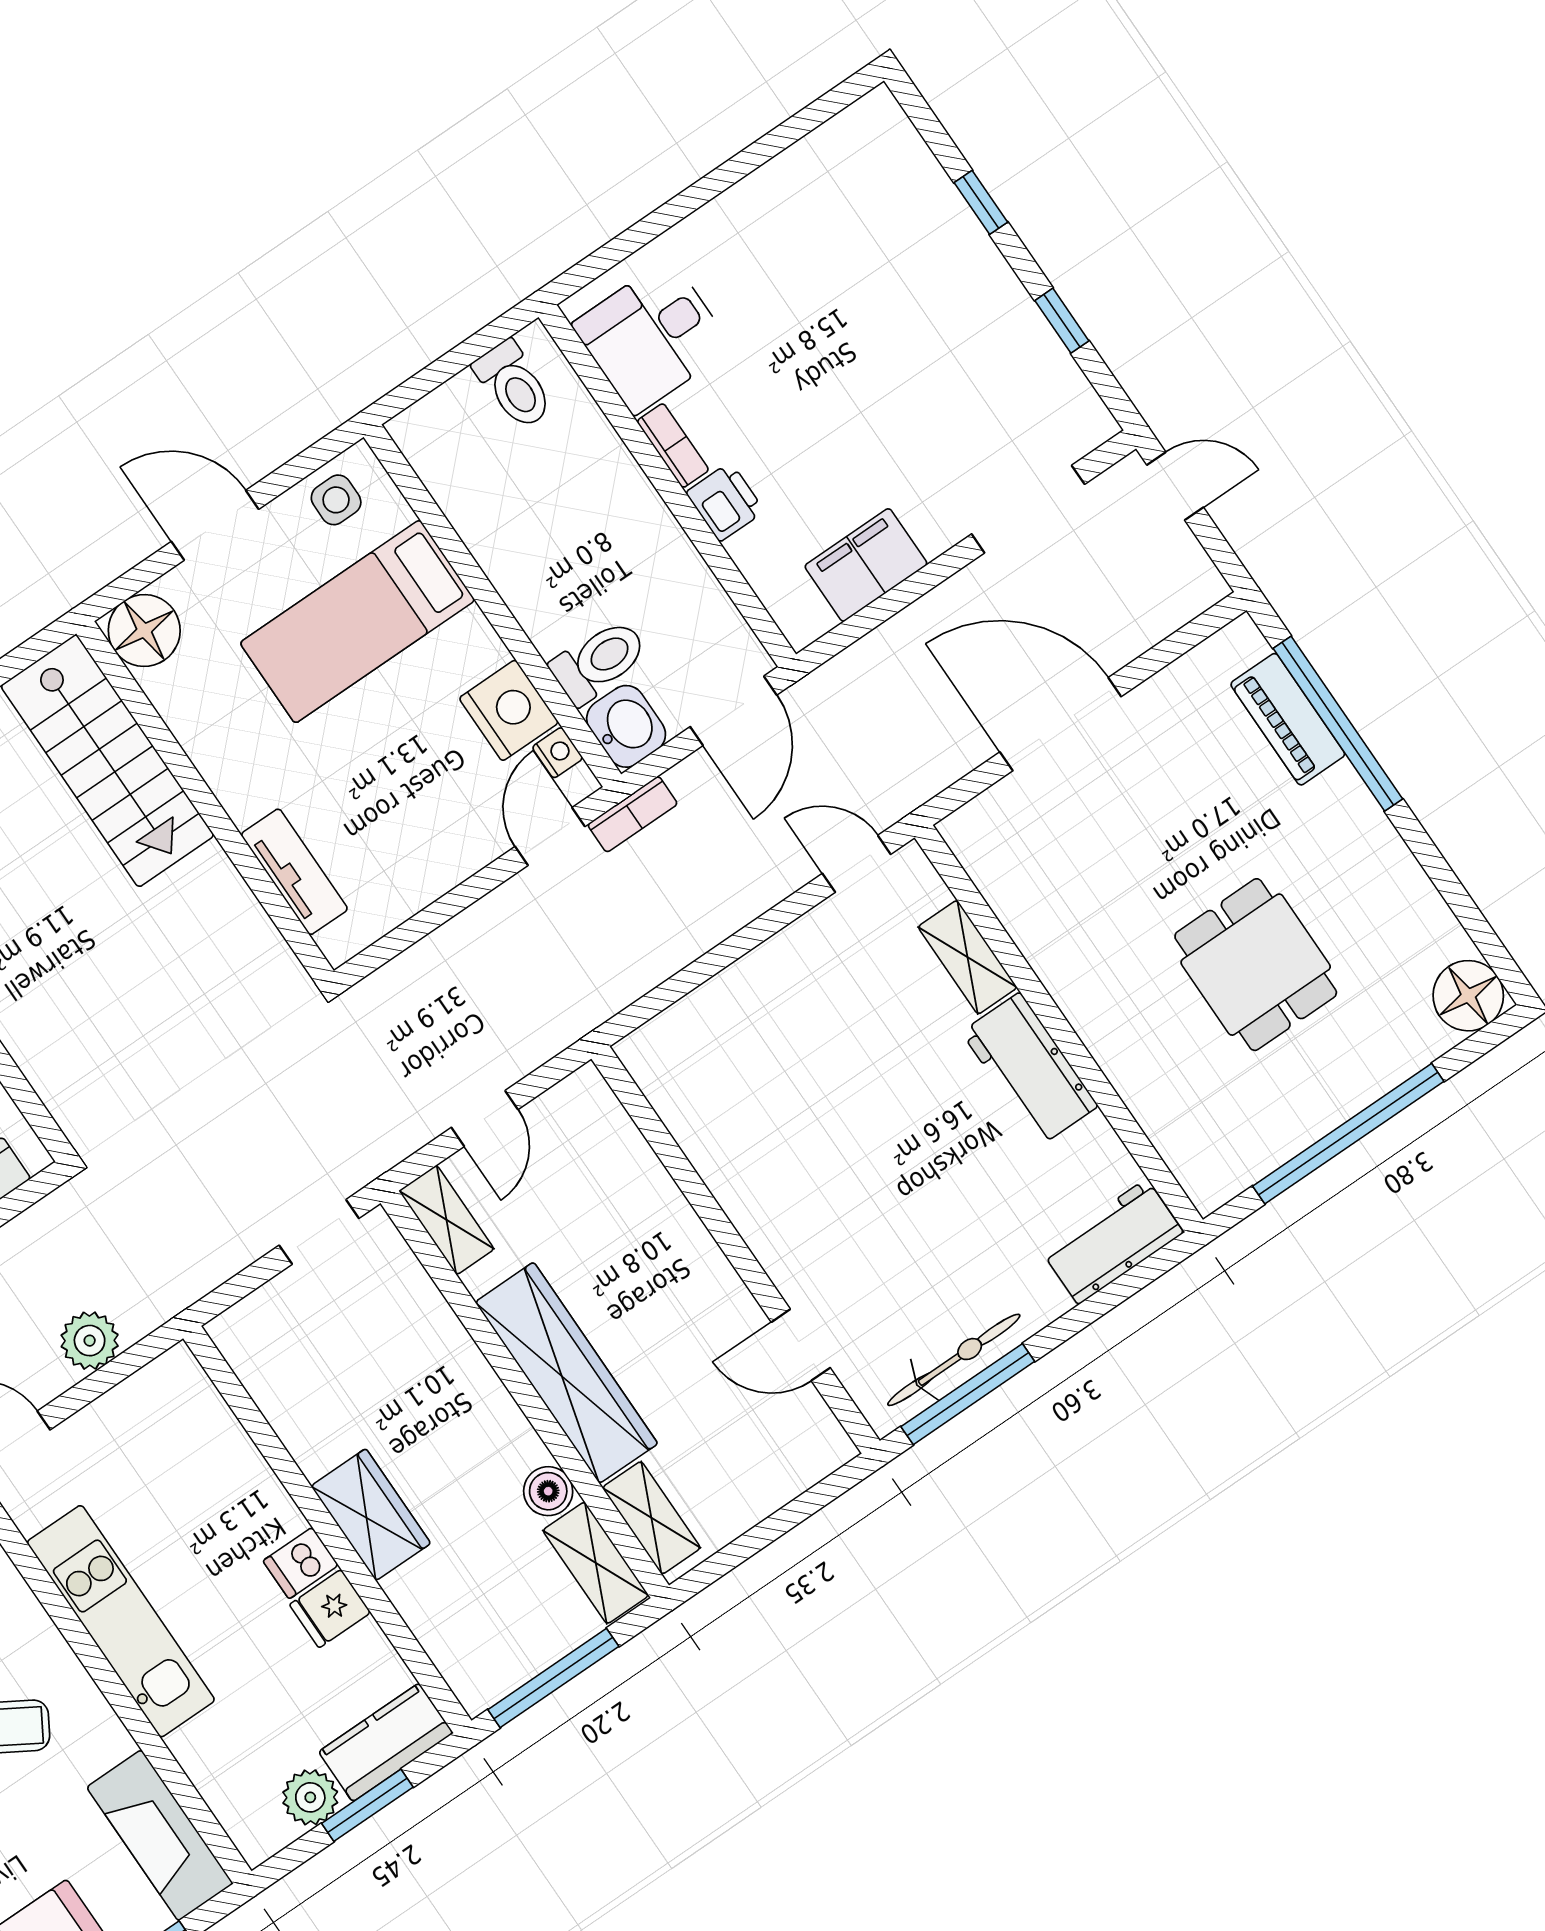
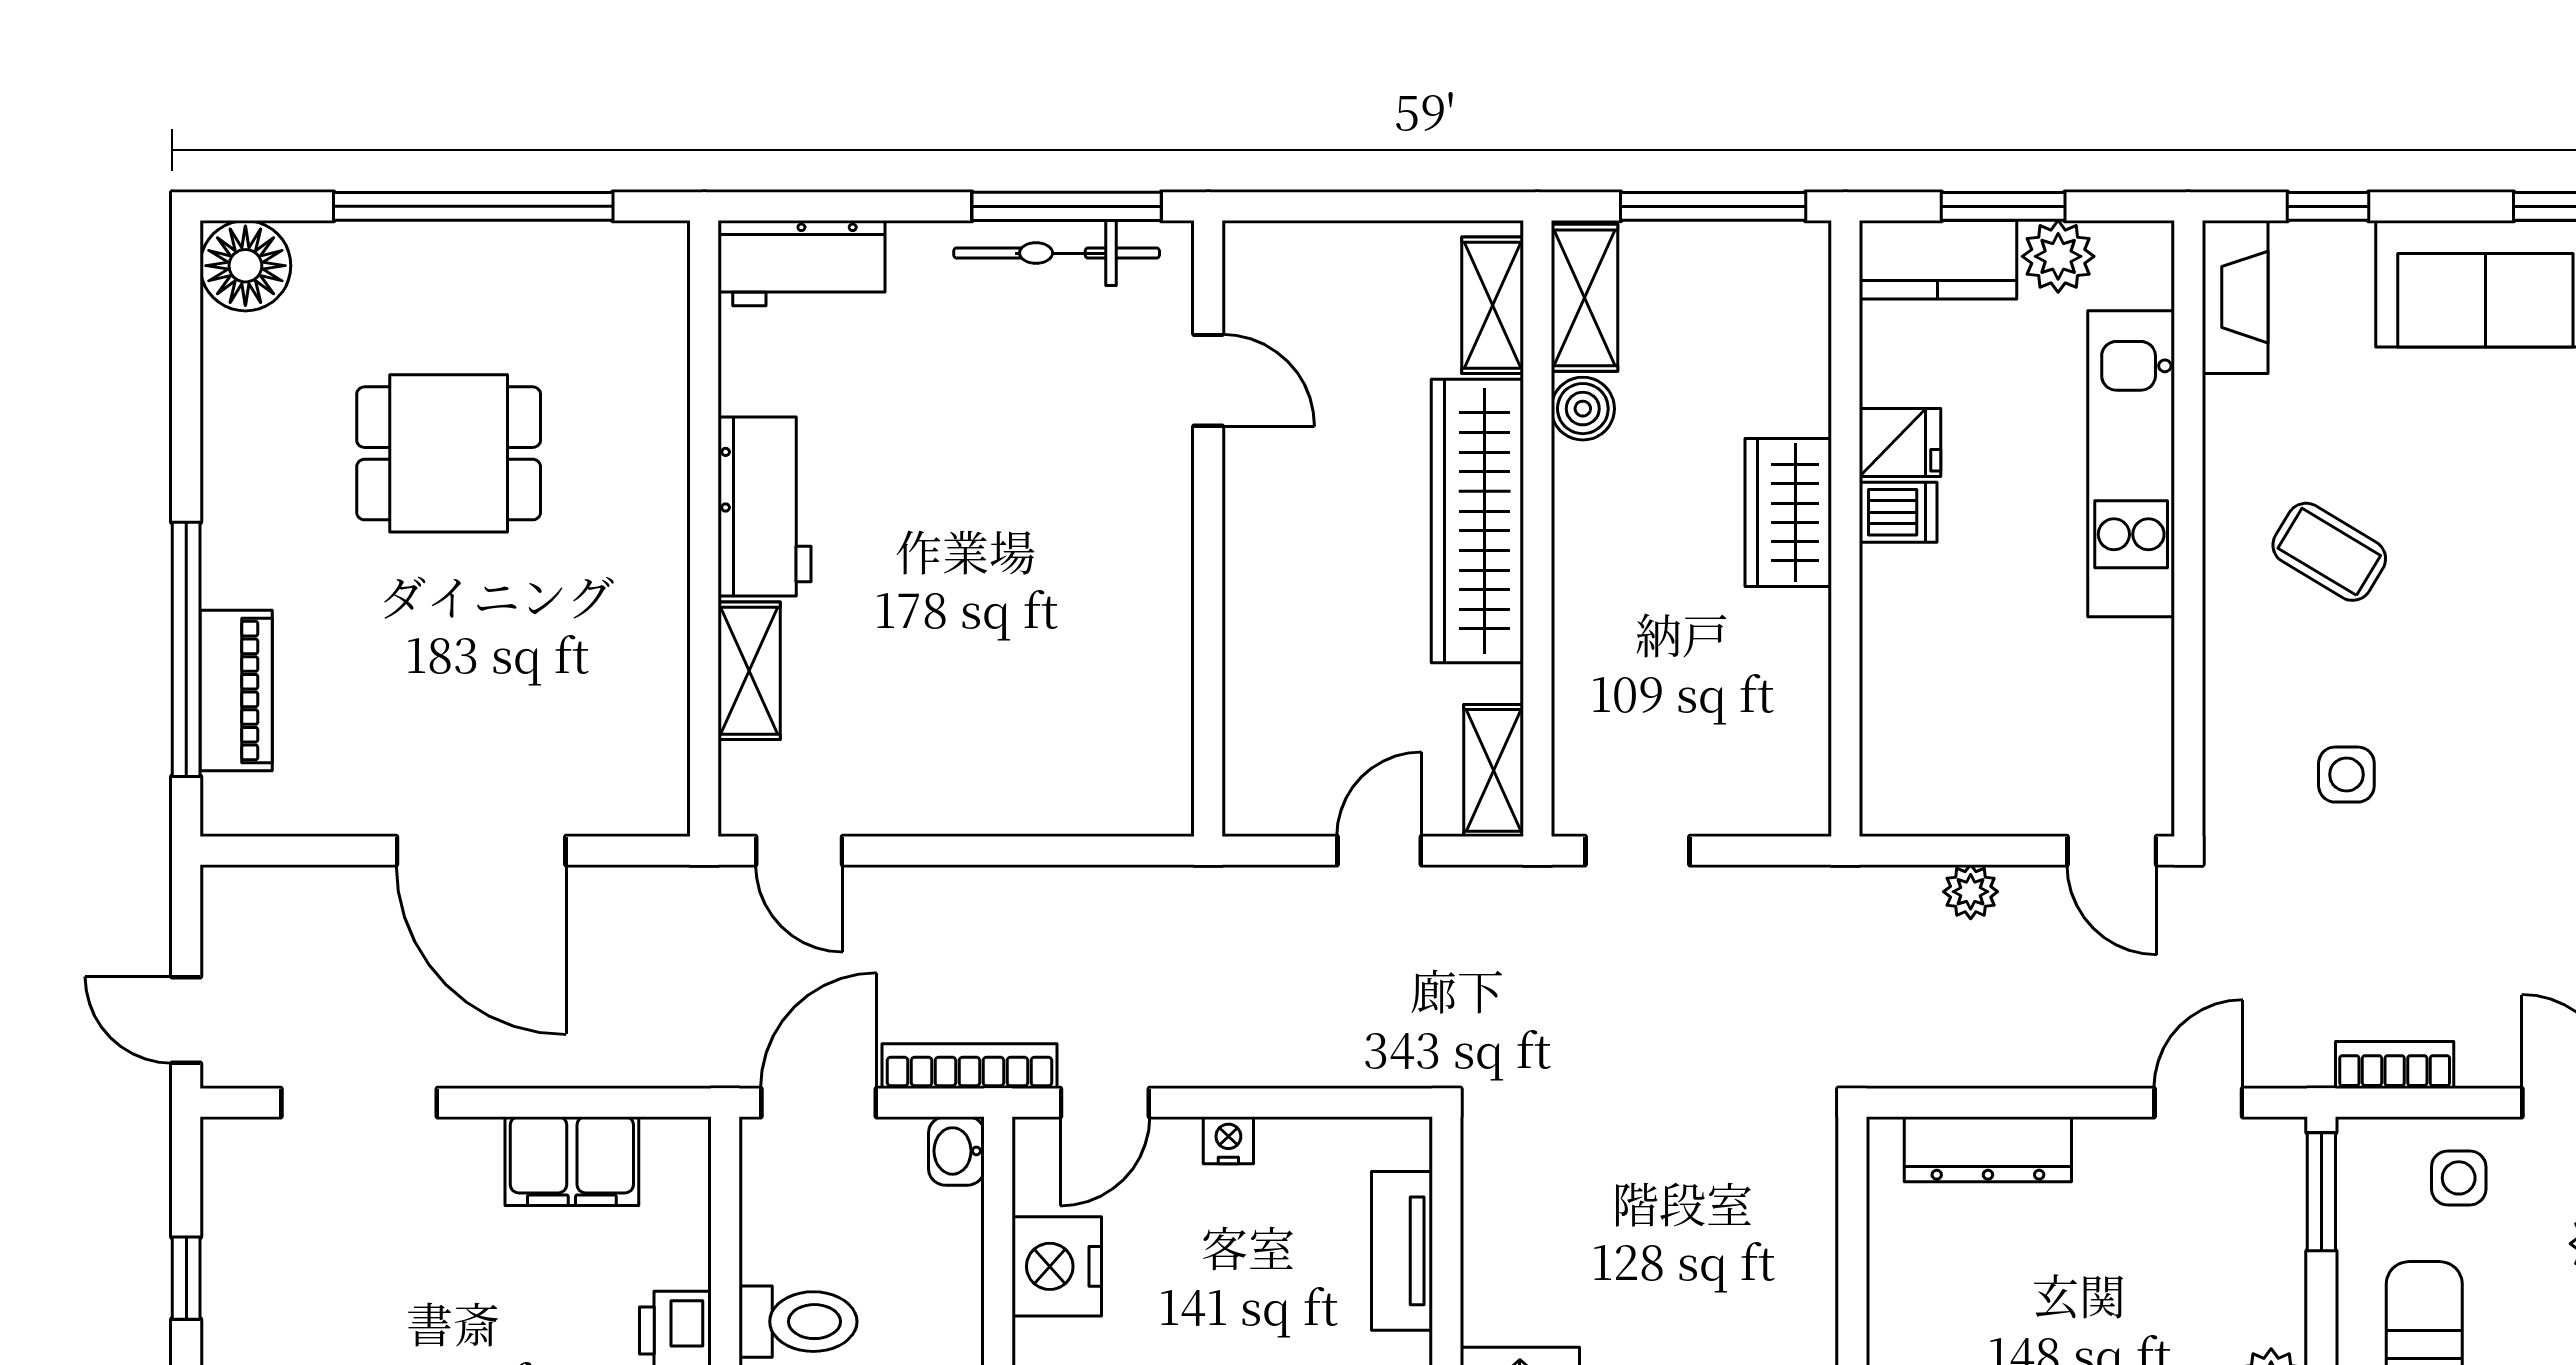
toilet: (599, 661) -> (798, 1322), moved, turned 180
washbasin: (626, 726) -> (956, 1151), width x0.72, depth x0.69
nightstand: (558, 753) -> (1228, 1140), moved, turned 90
bookcase: (633, 814) -> (969, 1066), width x1.56
dining table: (1256, 965) -> (449, 453), turned 90
plant: (90, 1341) -> (1971, 892), width x0.73, depth x0.73
kitchen unit: (121, 1621) -> (2131, 464), moved
fireplace: (160, 1835) -> (2235, 297), width x0.73, depth x0.76

